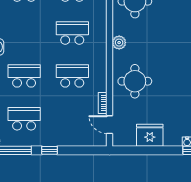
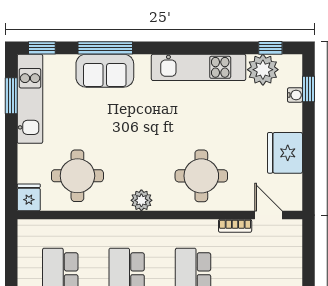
door: (110, 125) -> (268, 215), swing flipped

